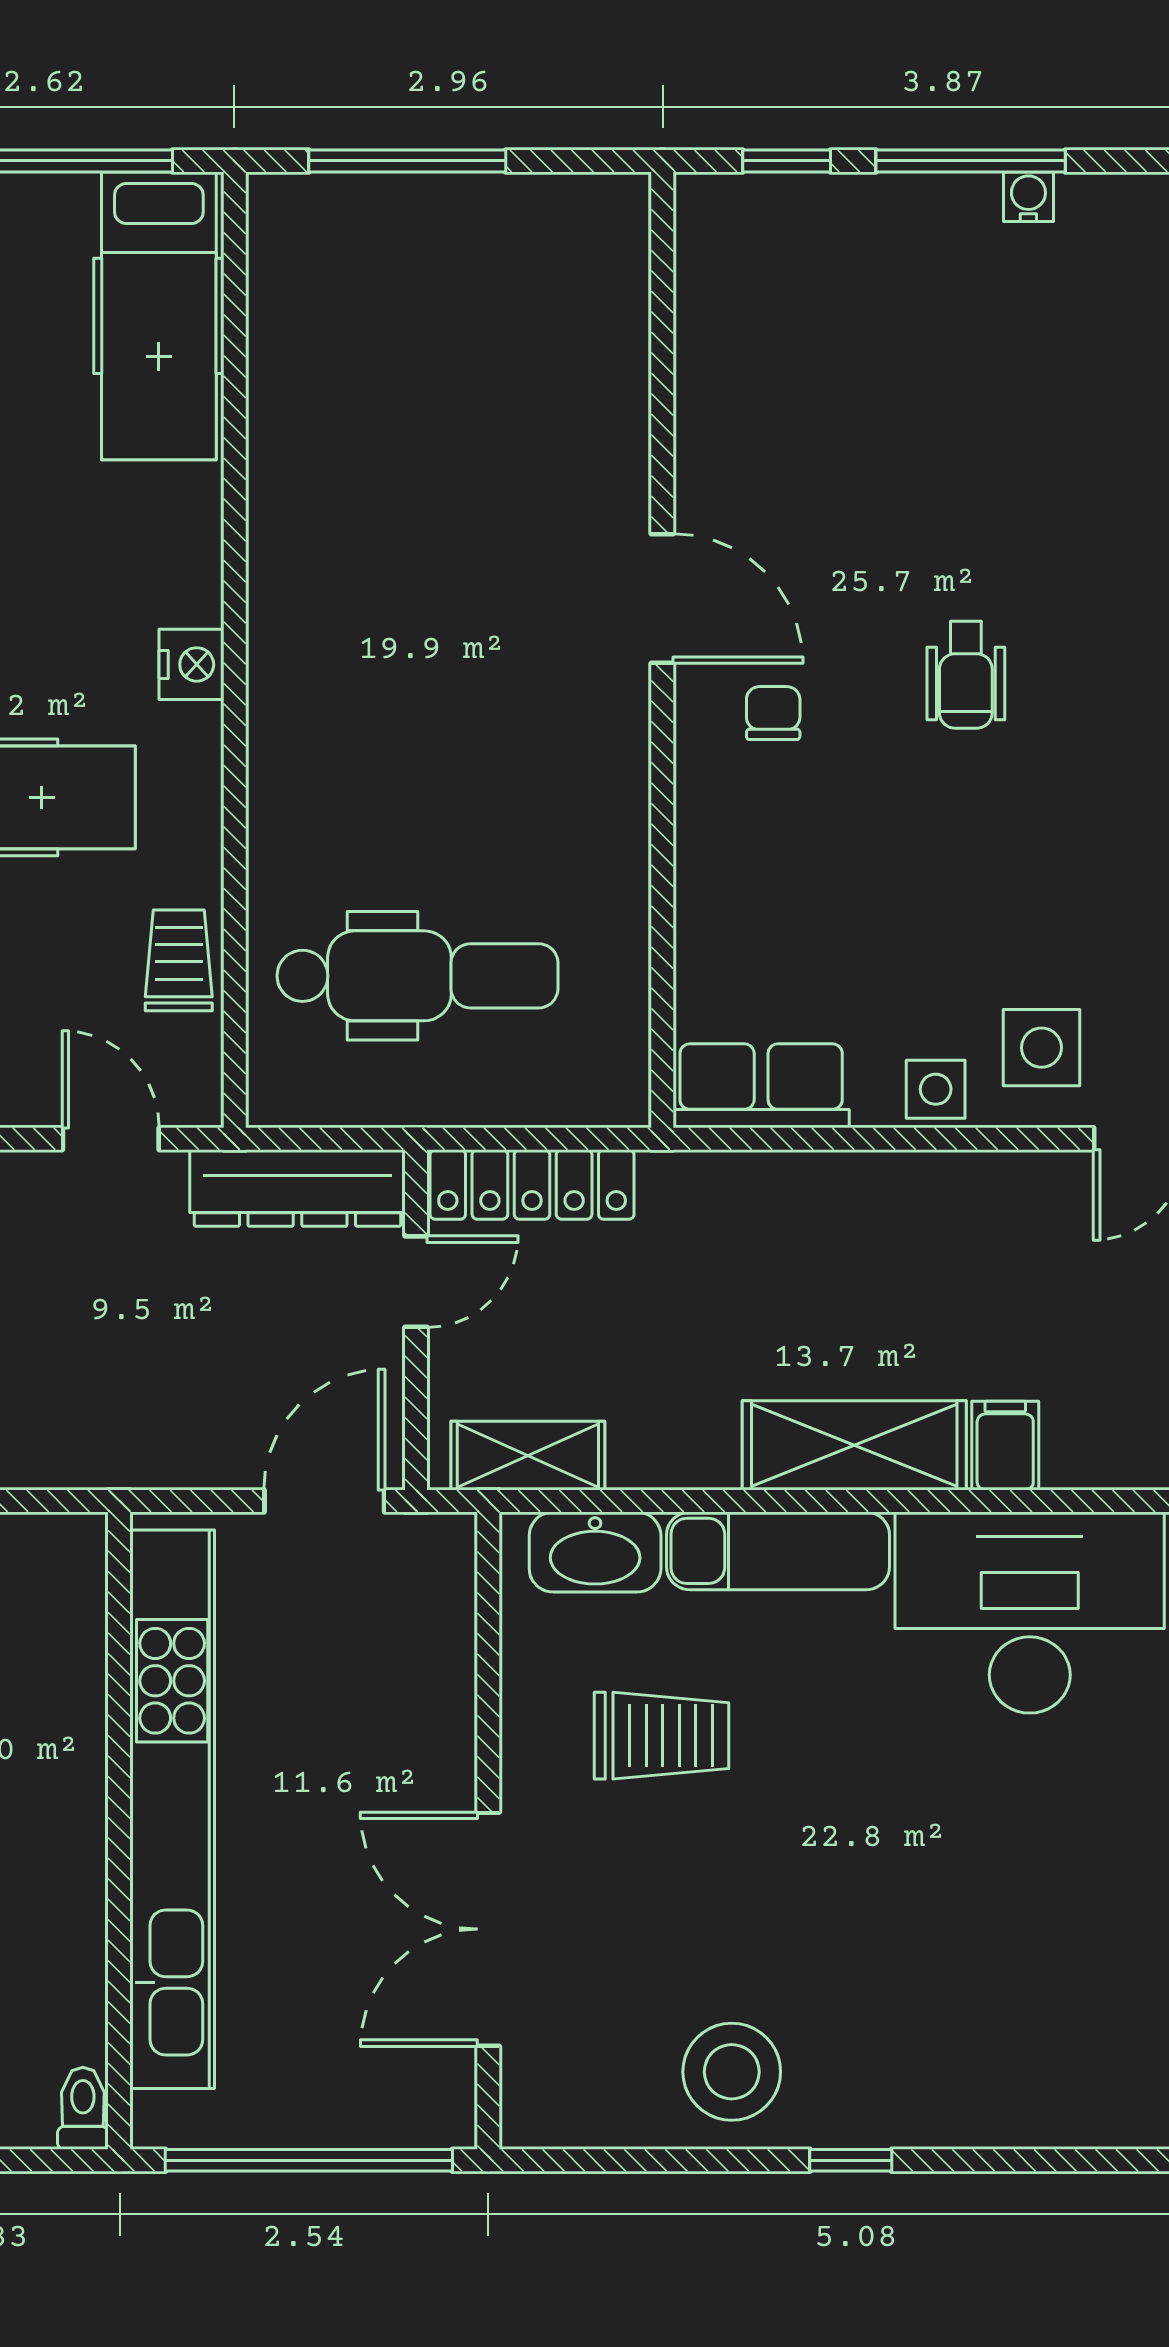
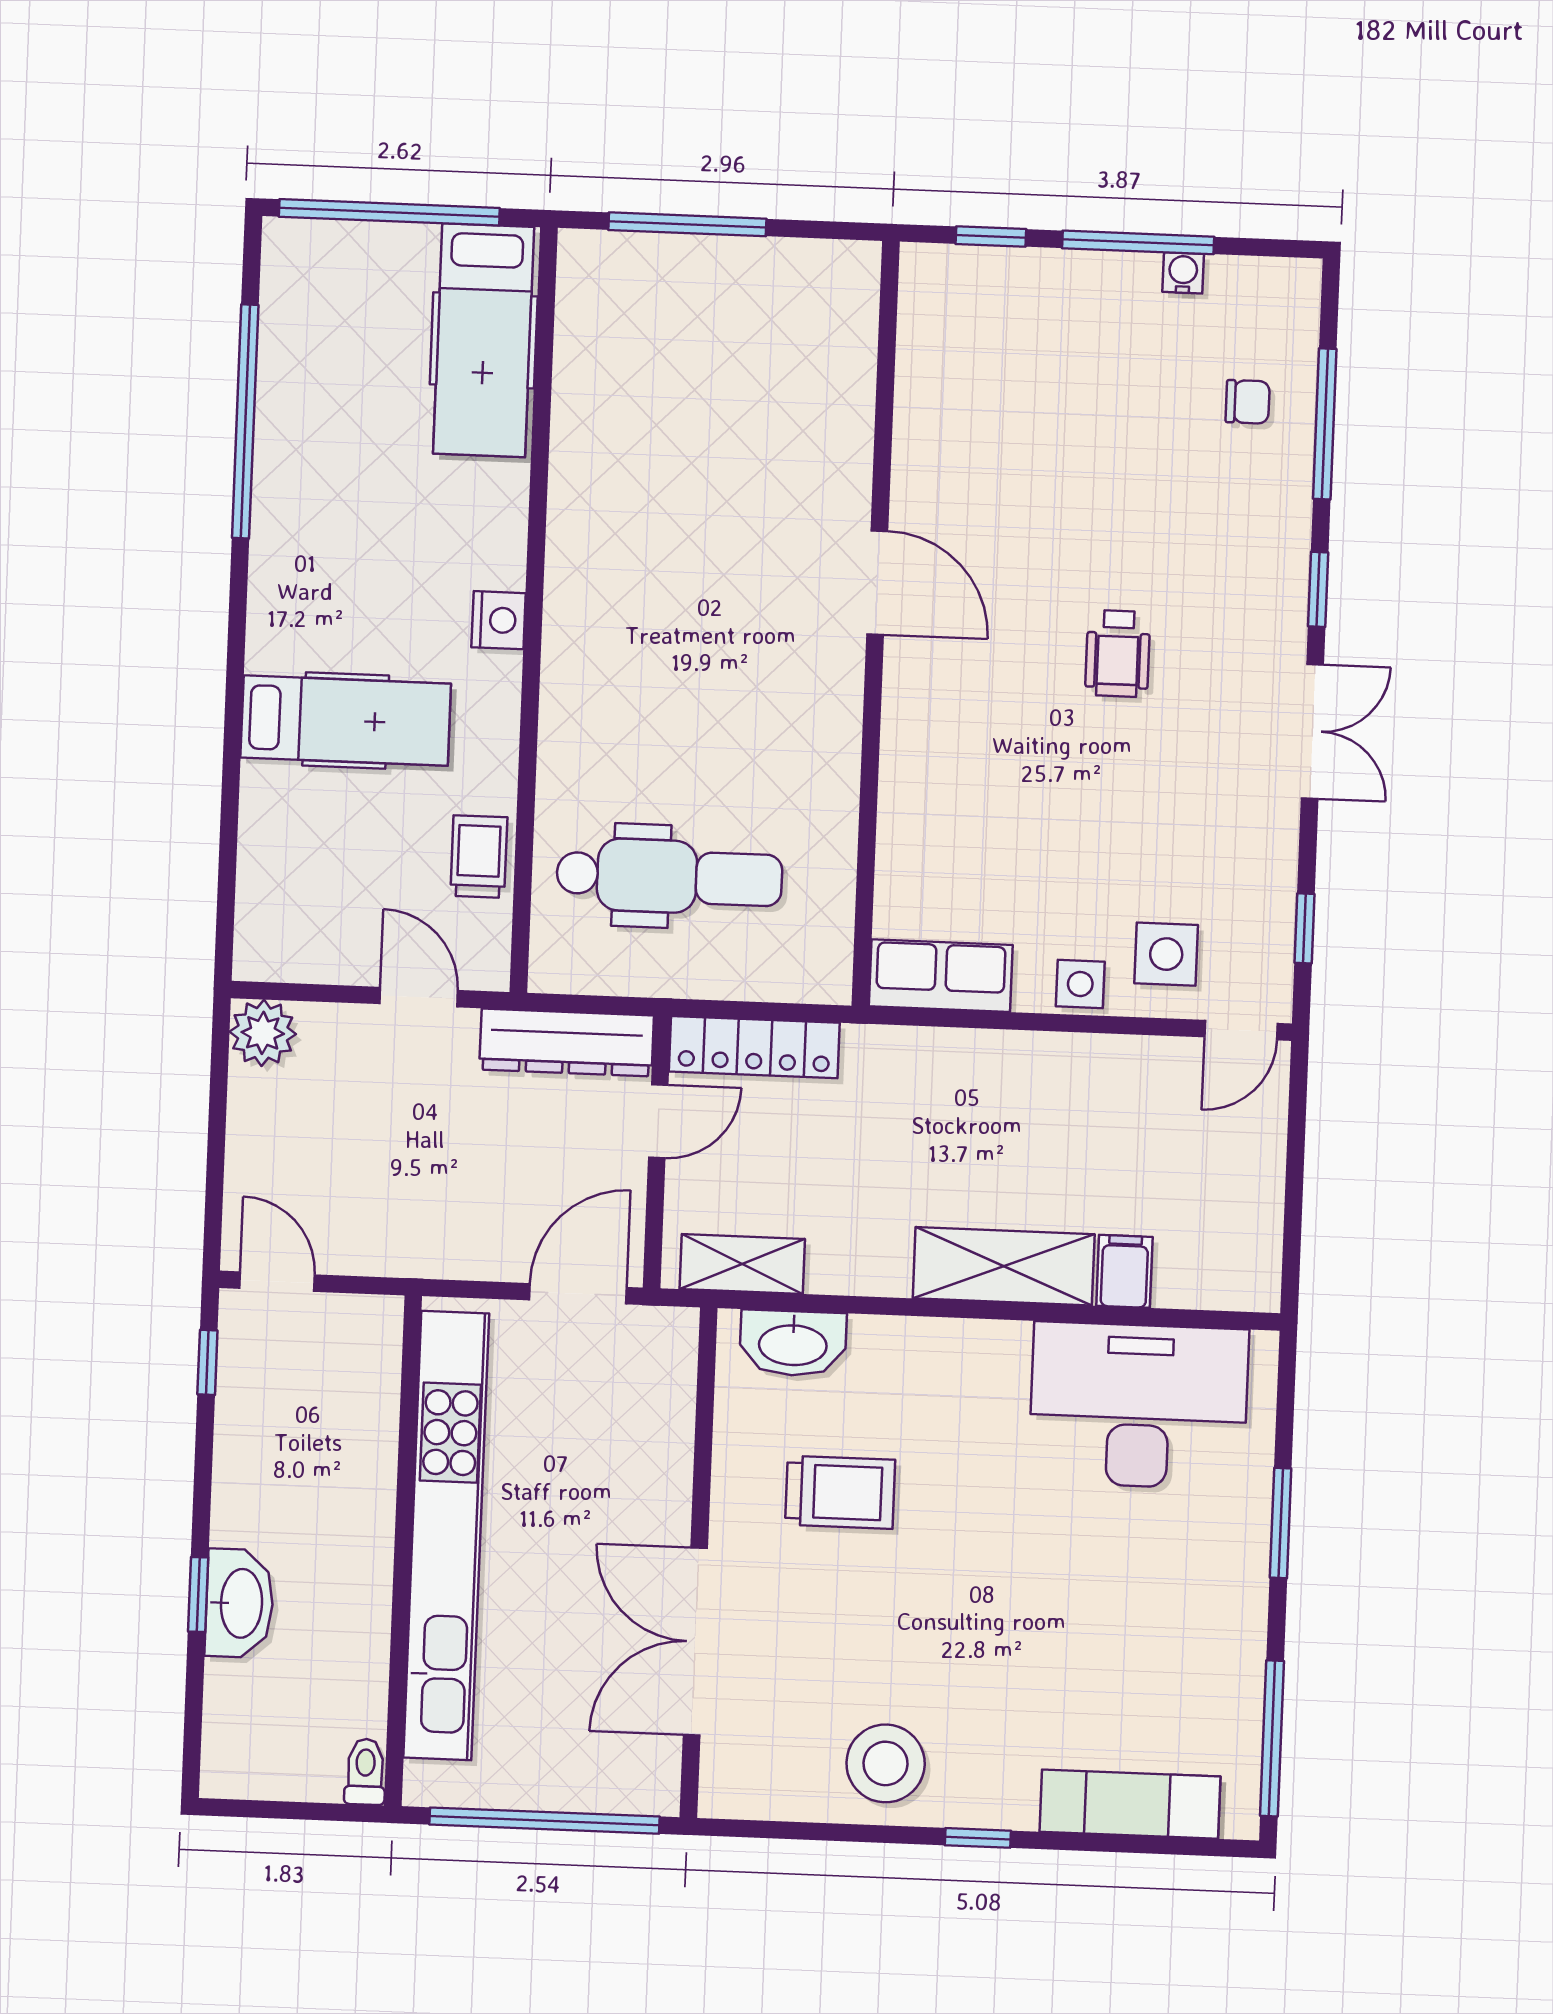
chair: (773, 713) -> (1248, 402), moved, turned 90
exam couch: (778, 1551) -> (1130, 1804), moved, turned 180

